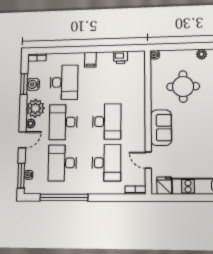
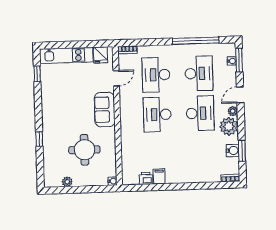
filing cabinet: (90, 60) -> (159, 176), moved
desk: (64, 82) -> (201, 153), removed
door: (148, 160) -> (116, 78), hinge flipped

